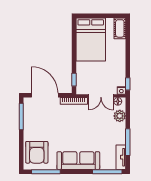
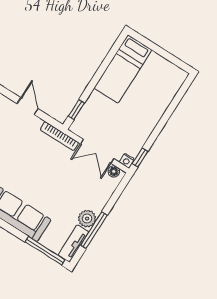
cot: (120, 28) -> (174, 82), removed
bed: (91, 39) -> (123, 69), width x0.67
door: (45, 95) -> (28, 106), width x0.53
plant: (120, 116) -> (87, 219), moved

